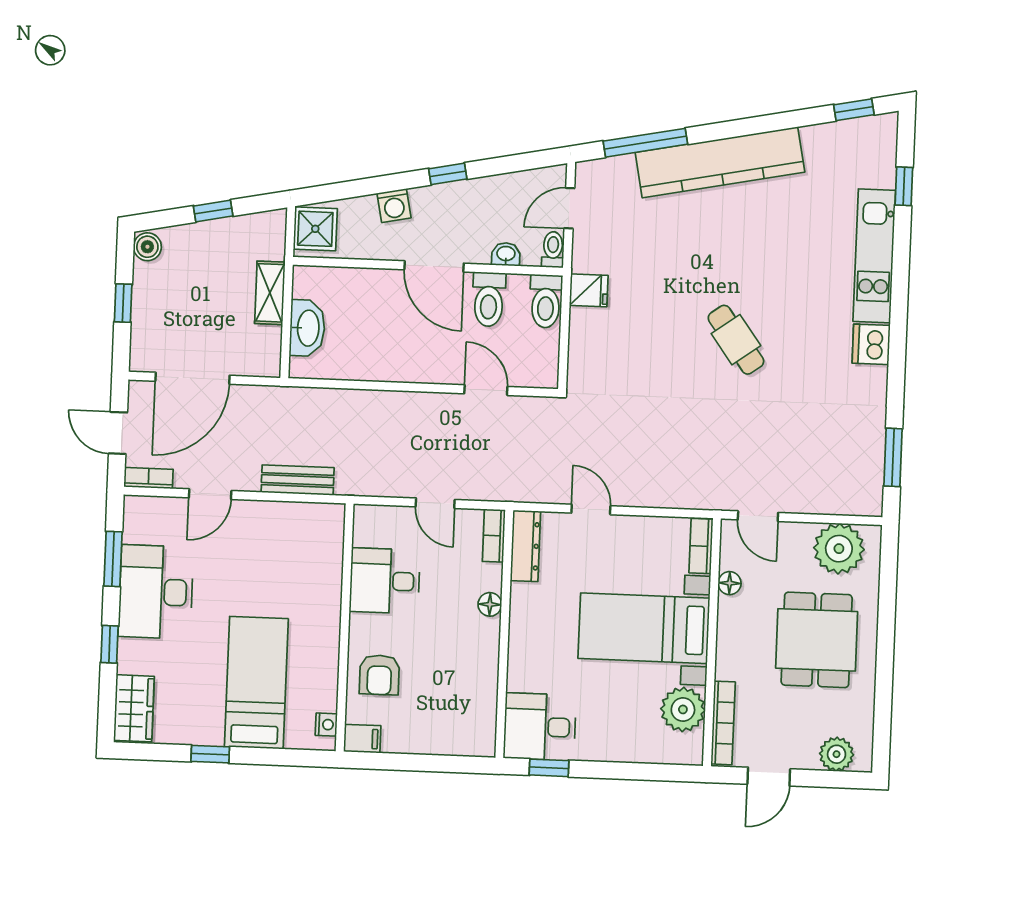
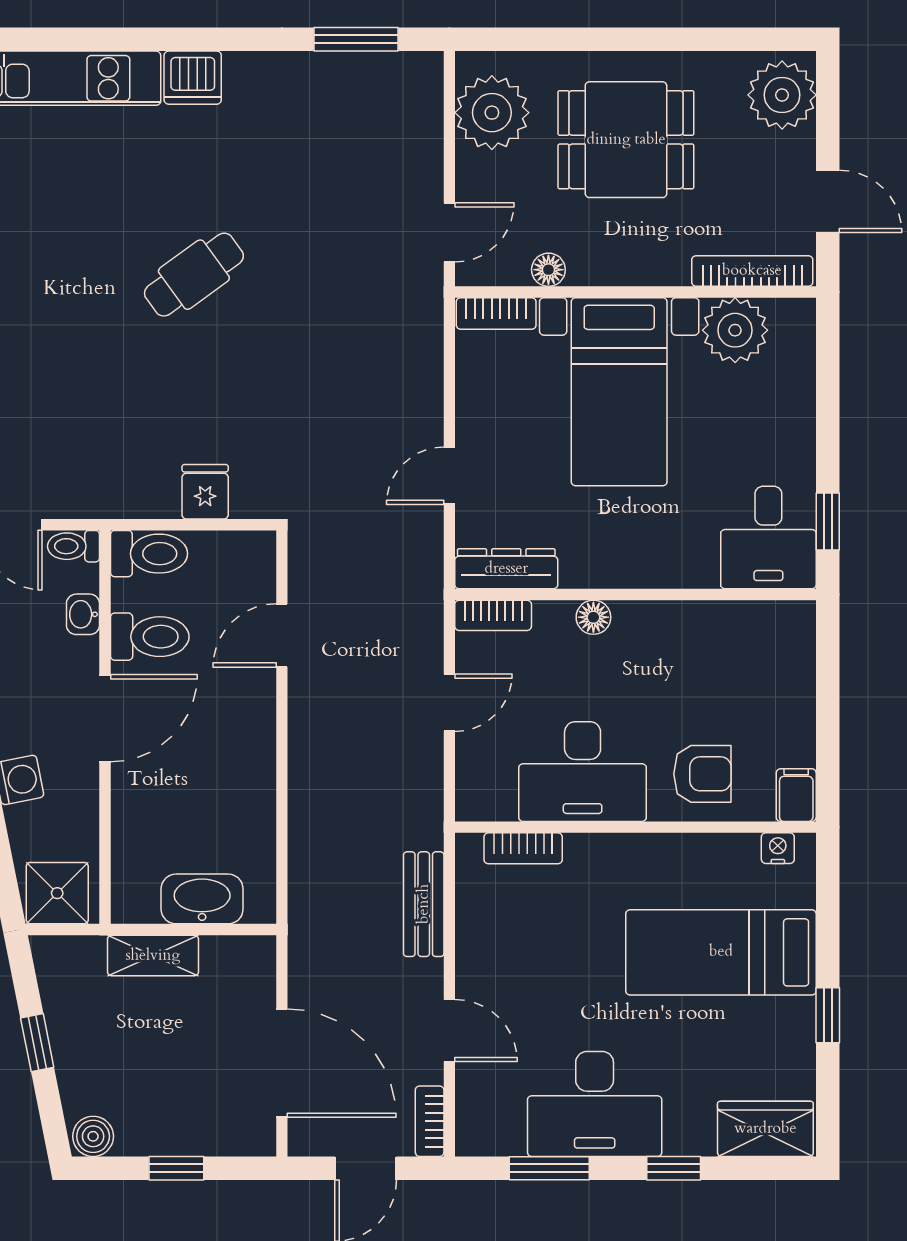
fridge: (589, 290) -> (205, 492), moved
bookcase: (333, 550) -> (523, 848), added
desk: (385, 581) -> (583, 772), width x1.37
plant: (837, 754) -> (782, 95), width x1.36, depth x1.36

